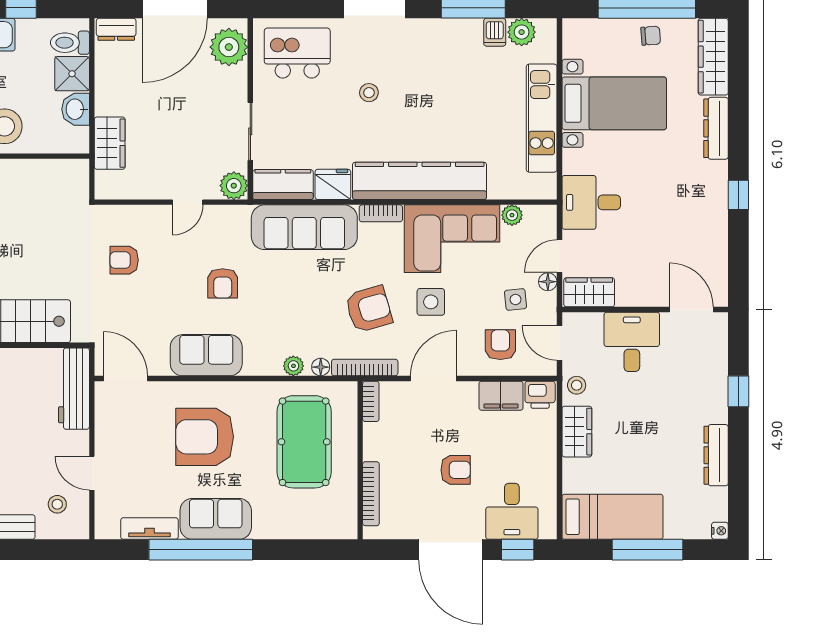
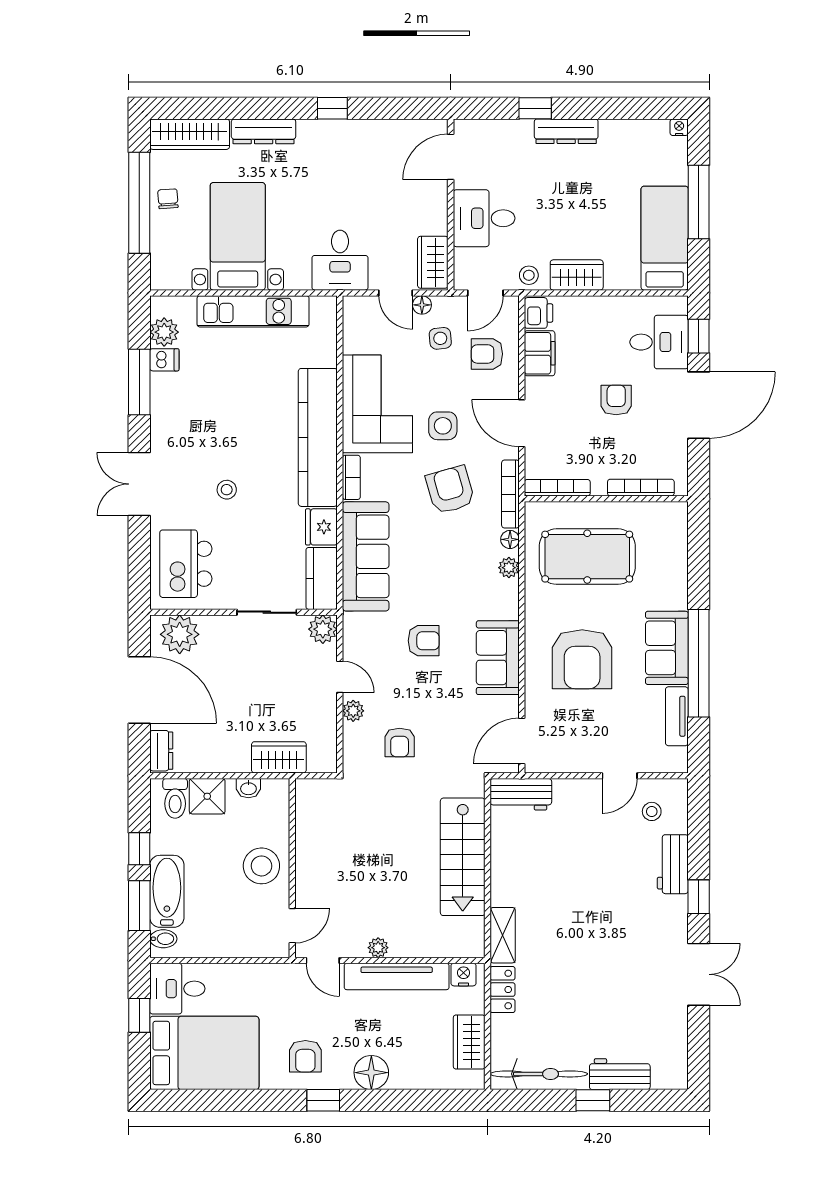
washbasin: (76, 109) -> (248, 788), width x0.72, depth x0.69
plant: (512, 215) -> (353, 711), moved
workbench: (74, 389) -> (521, 794), width x0.73
bookcase: (371, 401) -> (557, 488), width x1.56
dresser: (716, 455) -> (566, 131), moved

